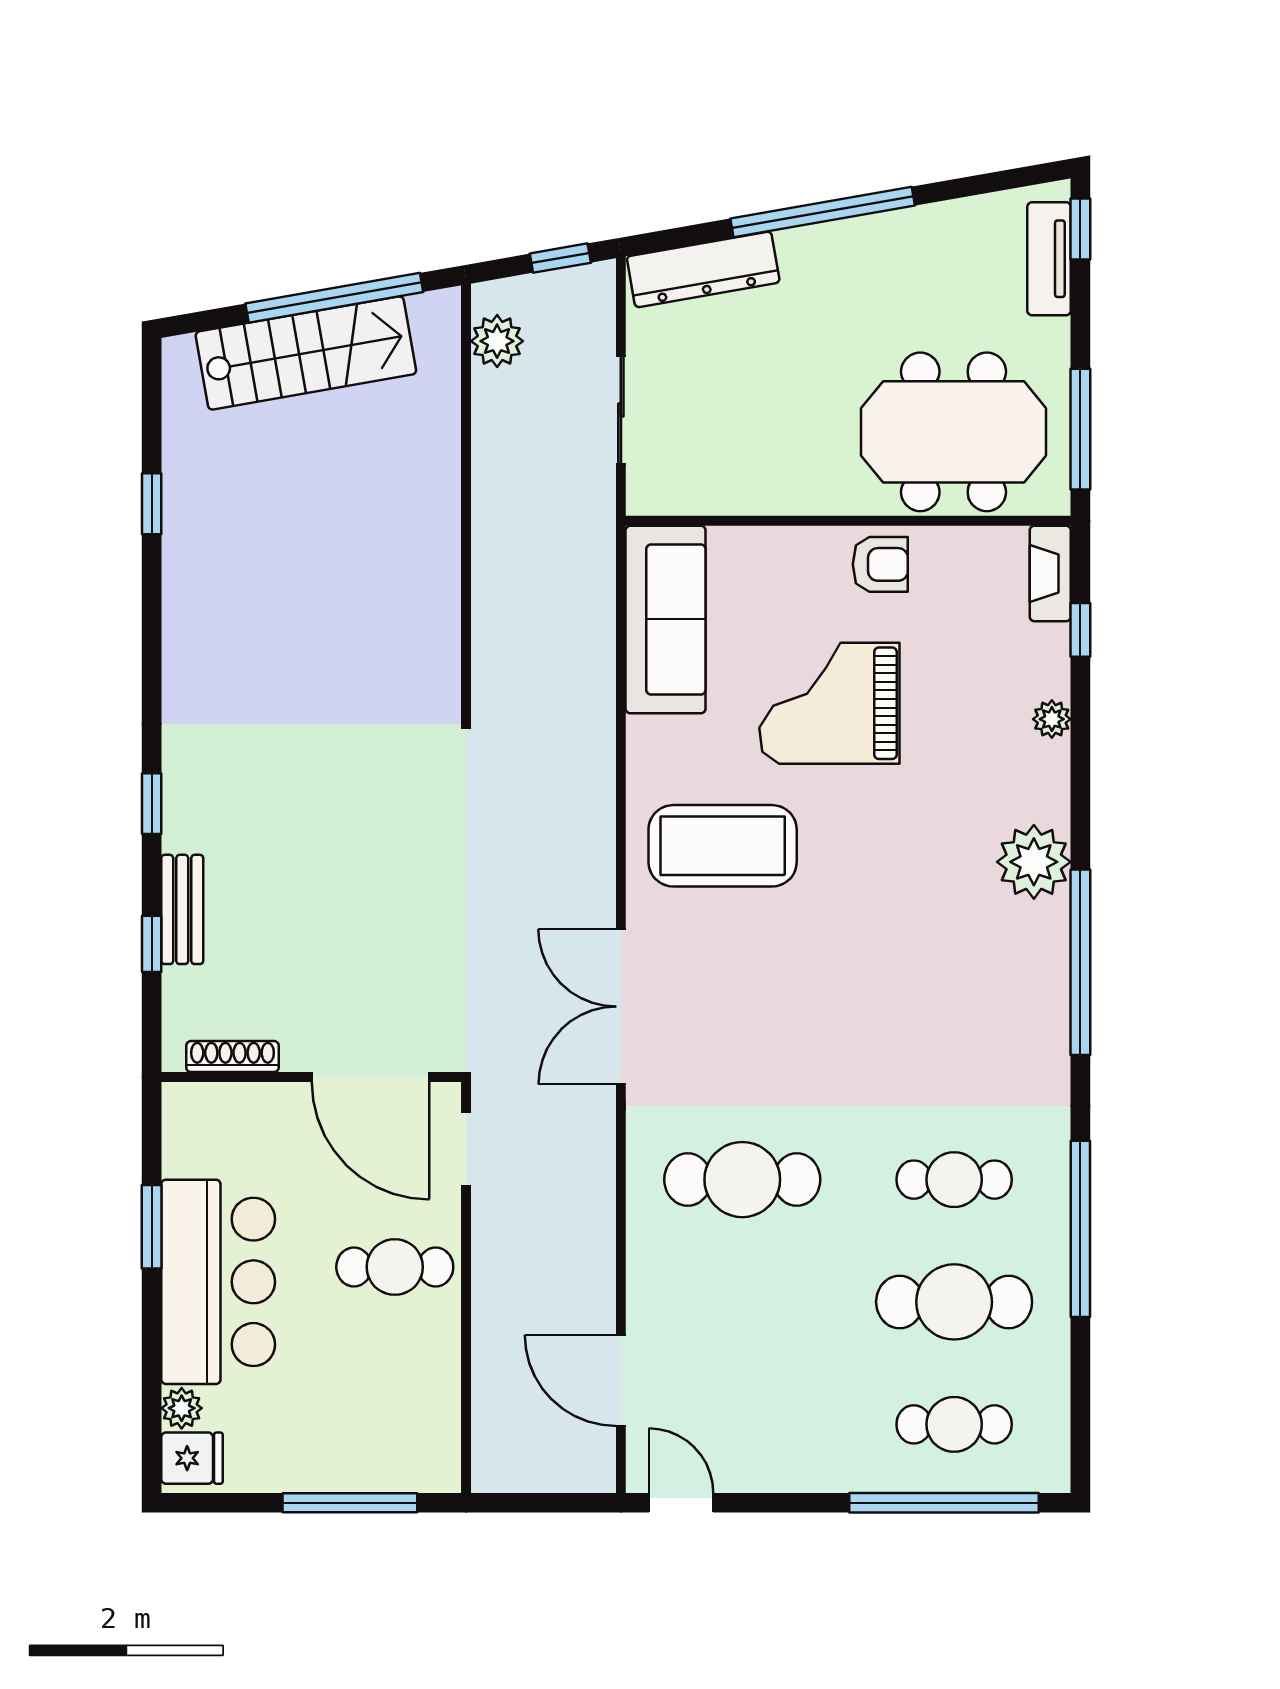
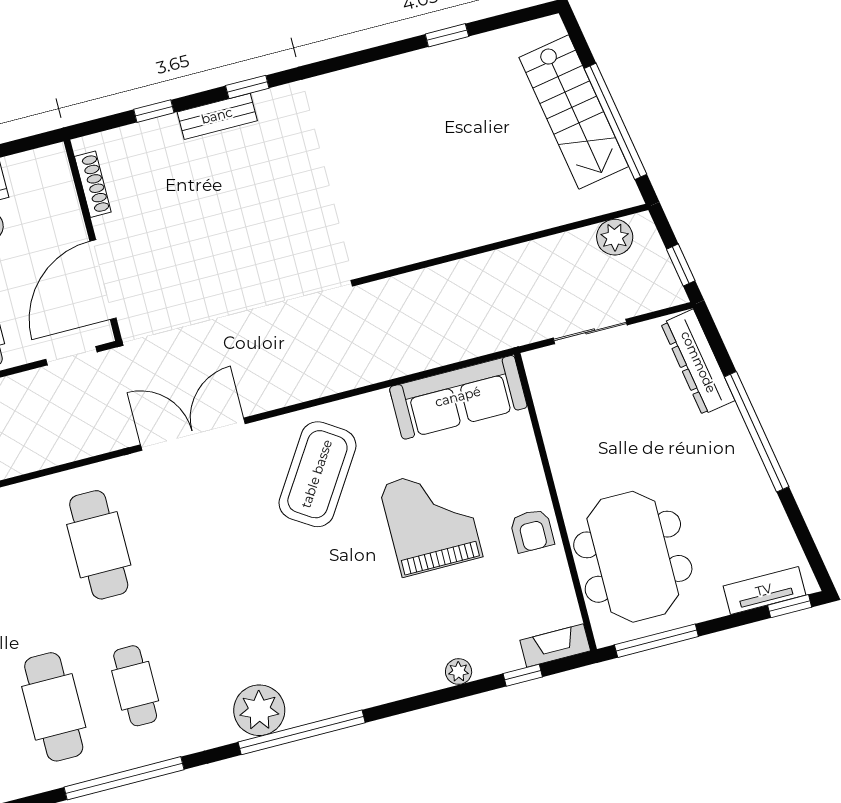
coffee table: (723, 846) -> (317, 474), turned 33
plant: (1034, 862) -> (259, 710), moved
bench: (182, 909) -> (217, 116), moved

